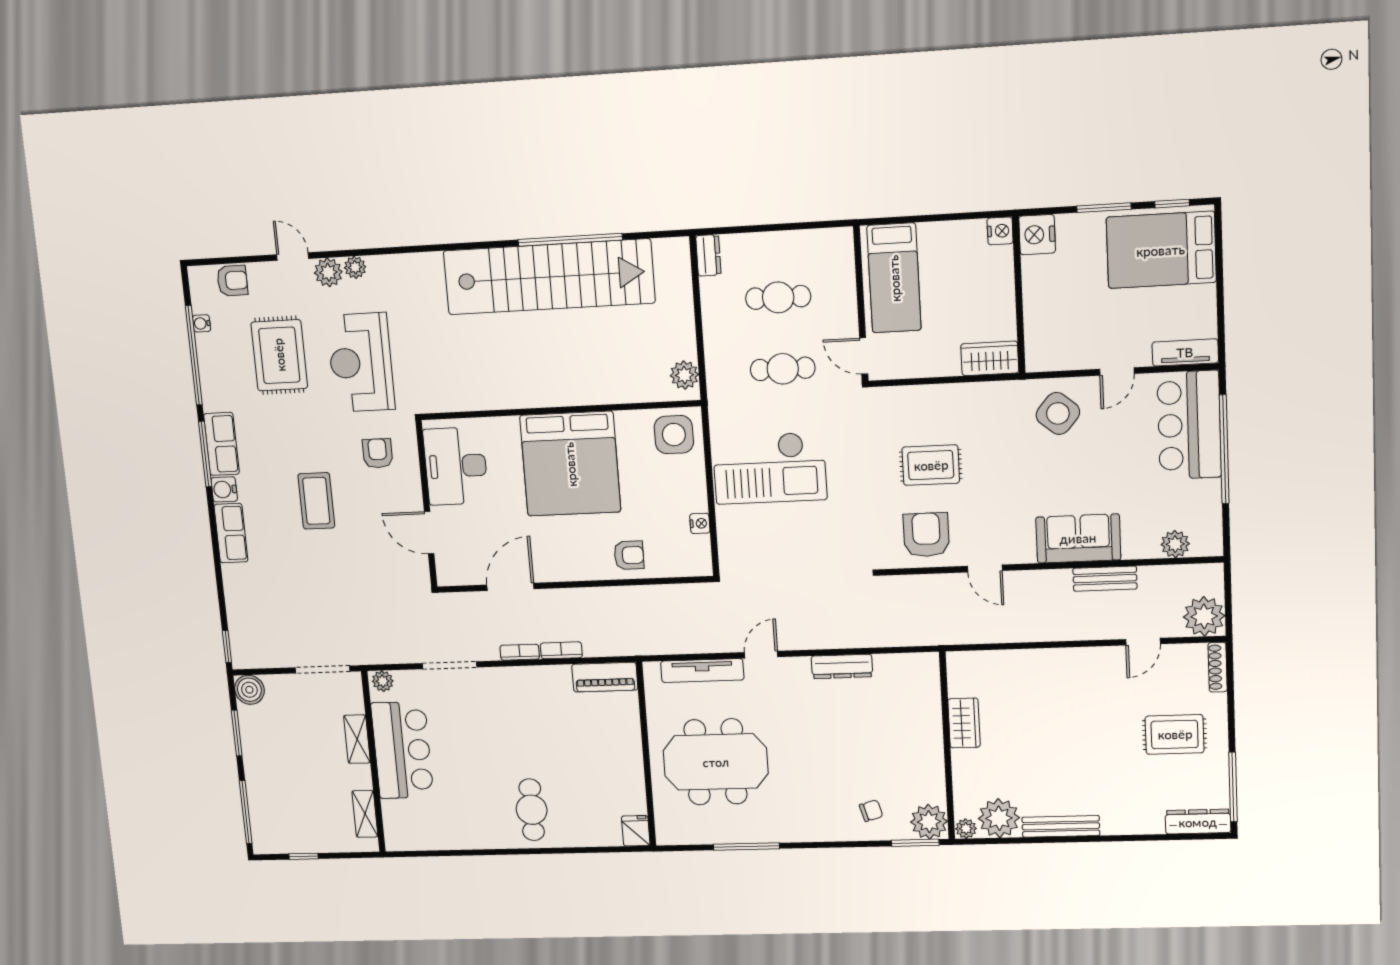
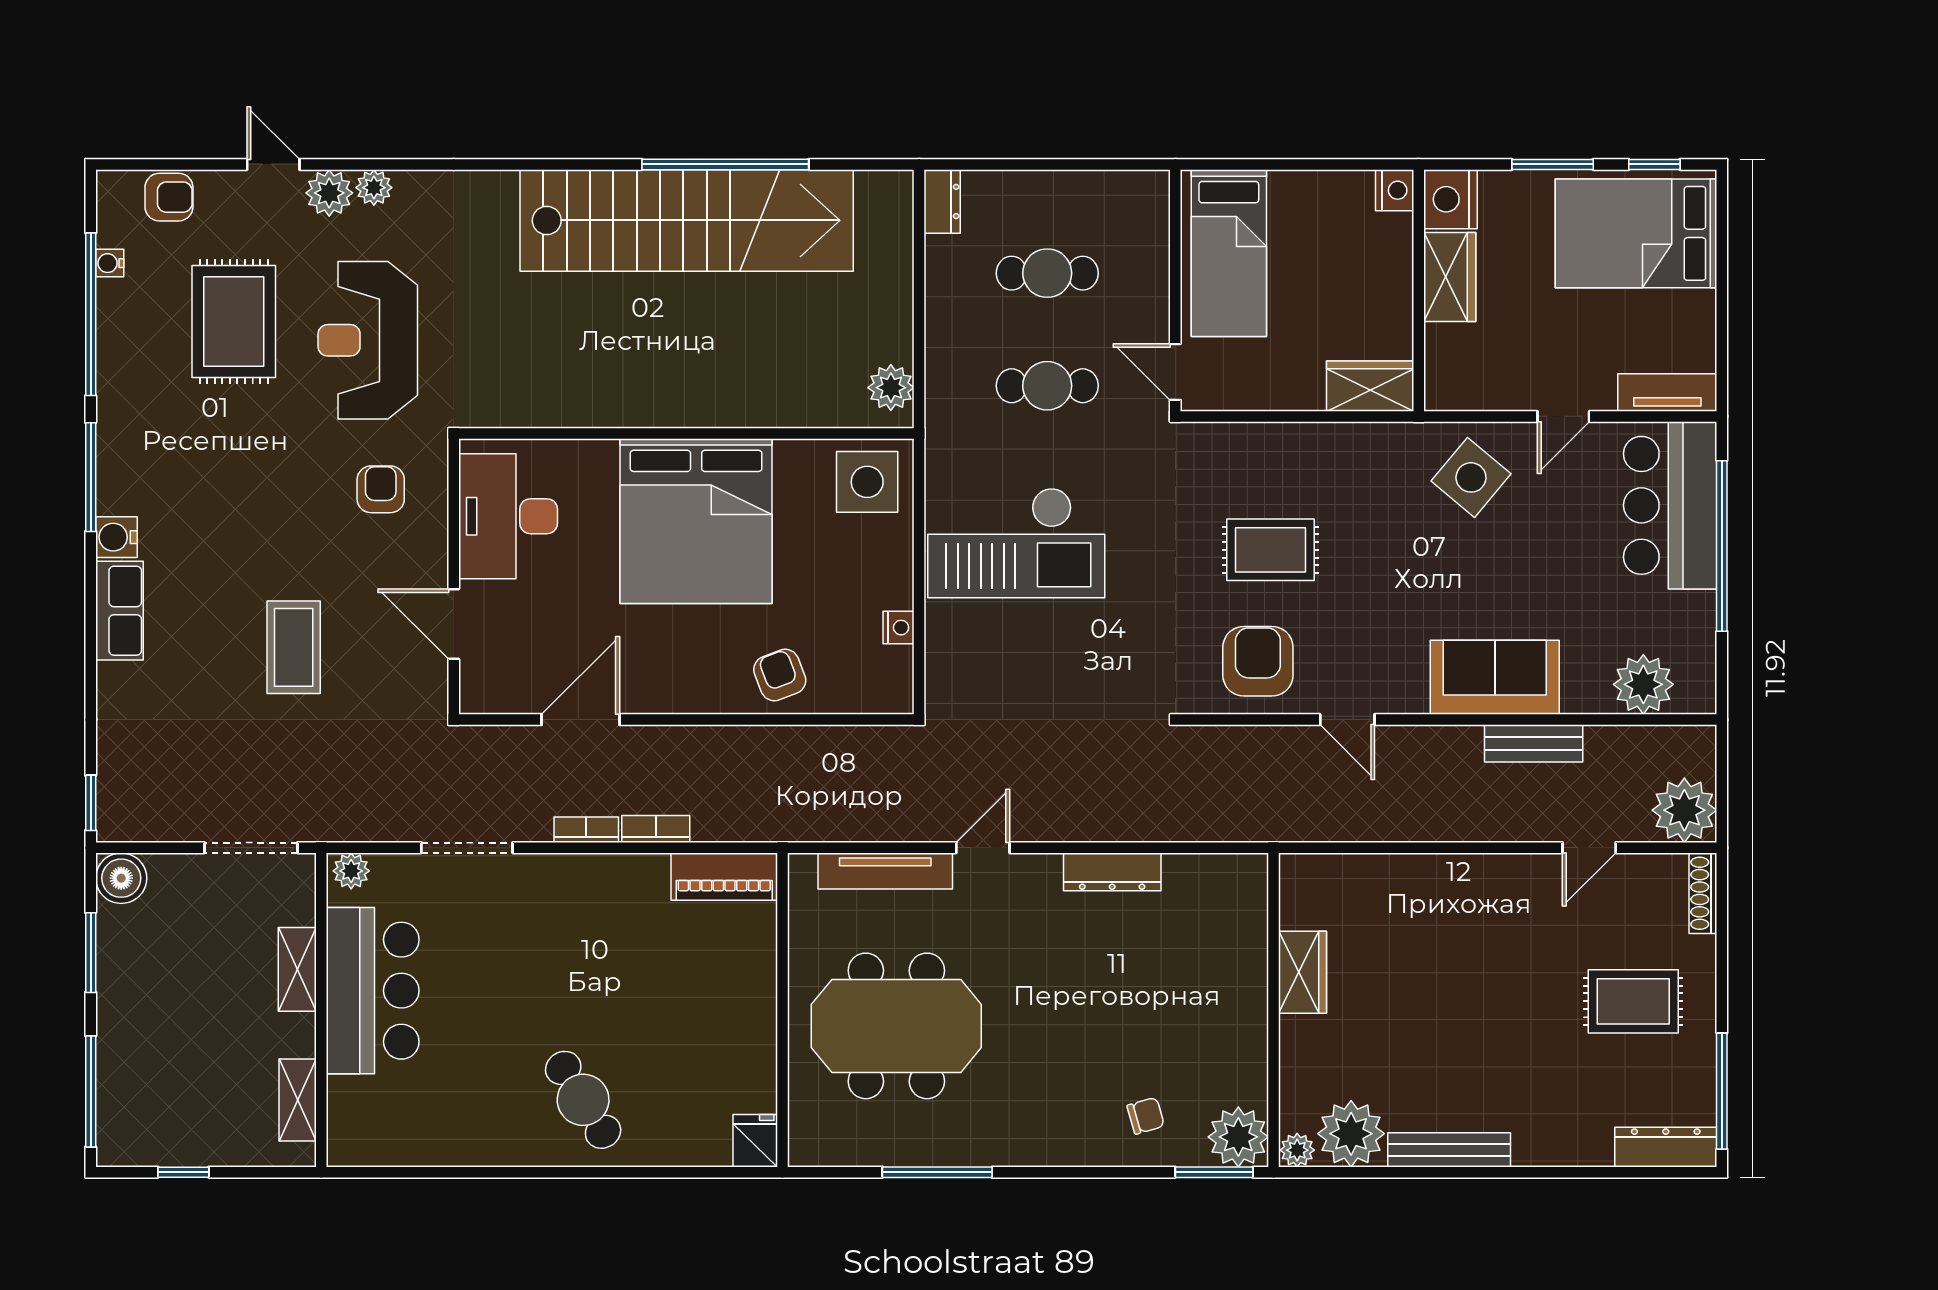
wardrobe: (1039, 285) -> (1450, 277), added
row of seats: (221, 444) -> (120, 462), removed
coffee table: (316, 501) -> (294, 647), moved
plant: (1175, 544) -> (1643, 684), width x1.36, depth x1.36
armchair: (629, 555) -> (780, 675), turned -111
cafe table: (532, 810) -> (583, 1100), turned -32

